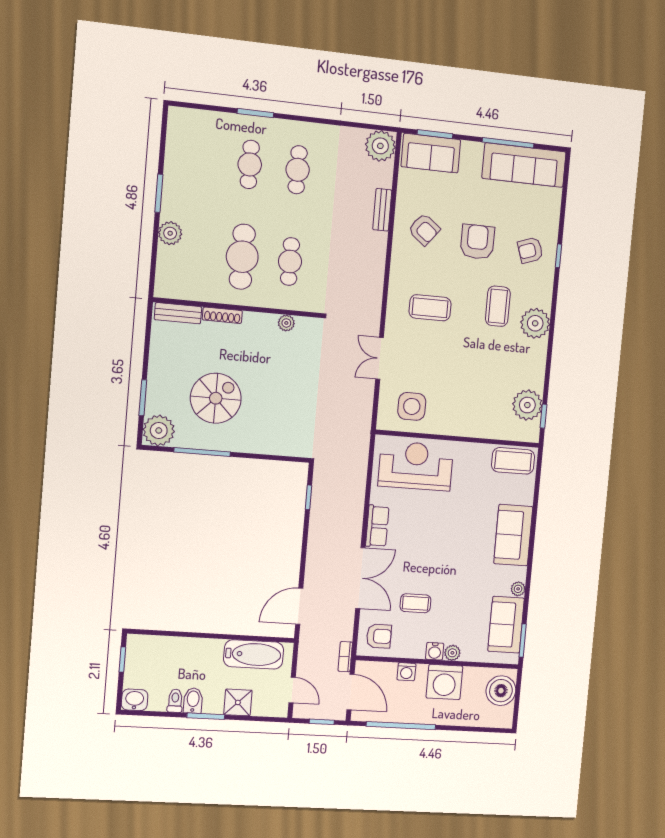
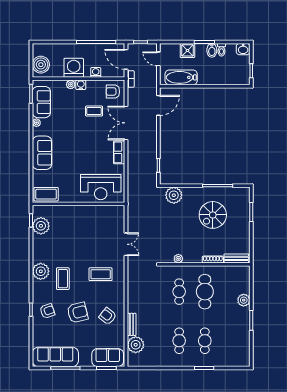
plant: (380, 146) -> (136, 345), moved
armchair: (477, 242) -> (78, 313), turned -104
side table: (412, 406) -> (106, 220), removed
plant: (159, 430) -> (174, 195), moved

